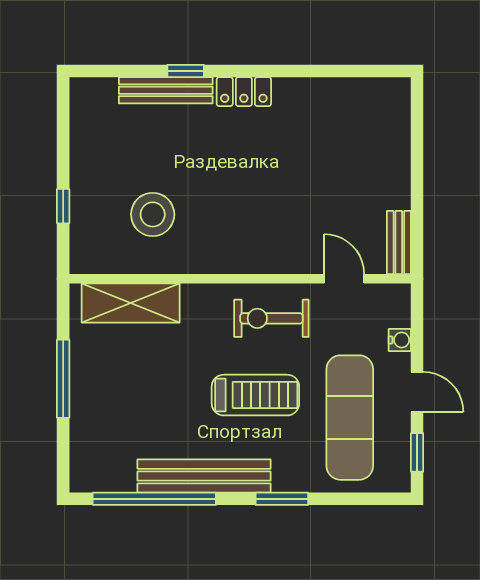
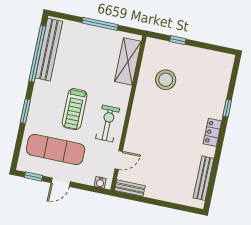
bench: (166, 90) -> (204, 178), moved
water cooler: (400, 340) -> (100, 182), moved
bench: (204, 476) -> (49, 50), moved

